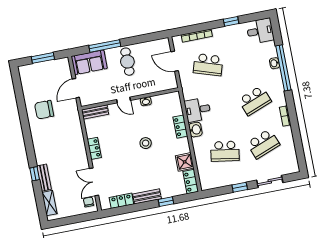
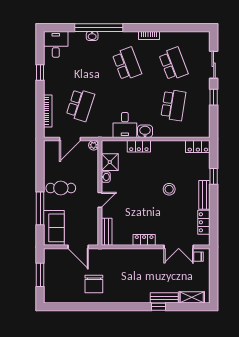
plant: (173, 84) -> (94, 145), added
stool: (146, 143) -> (169, 189), moved
shower: (185, 162) -> (110, 162), moved

